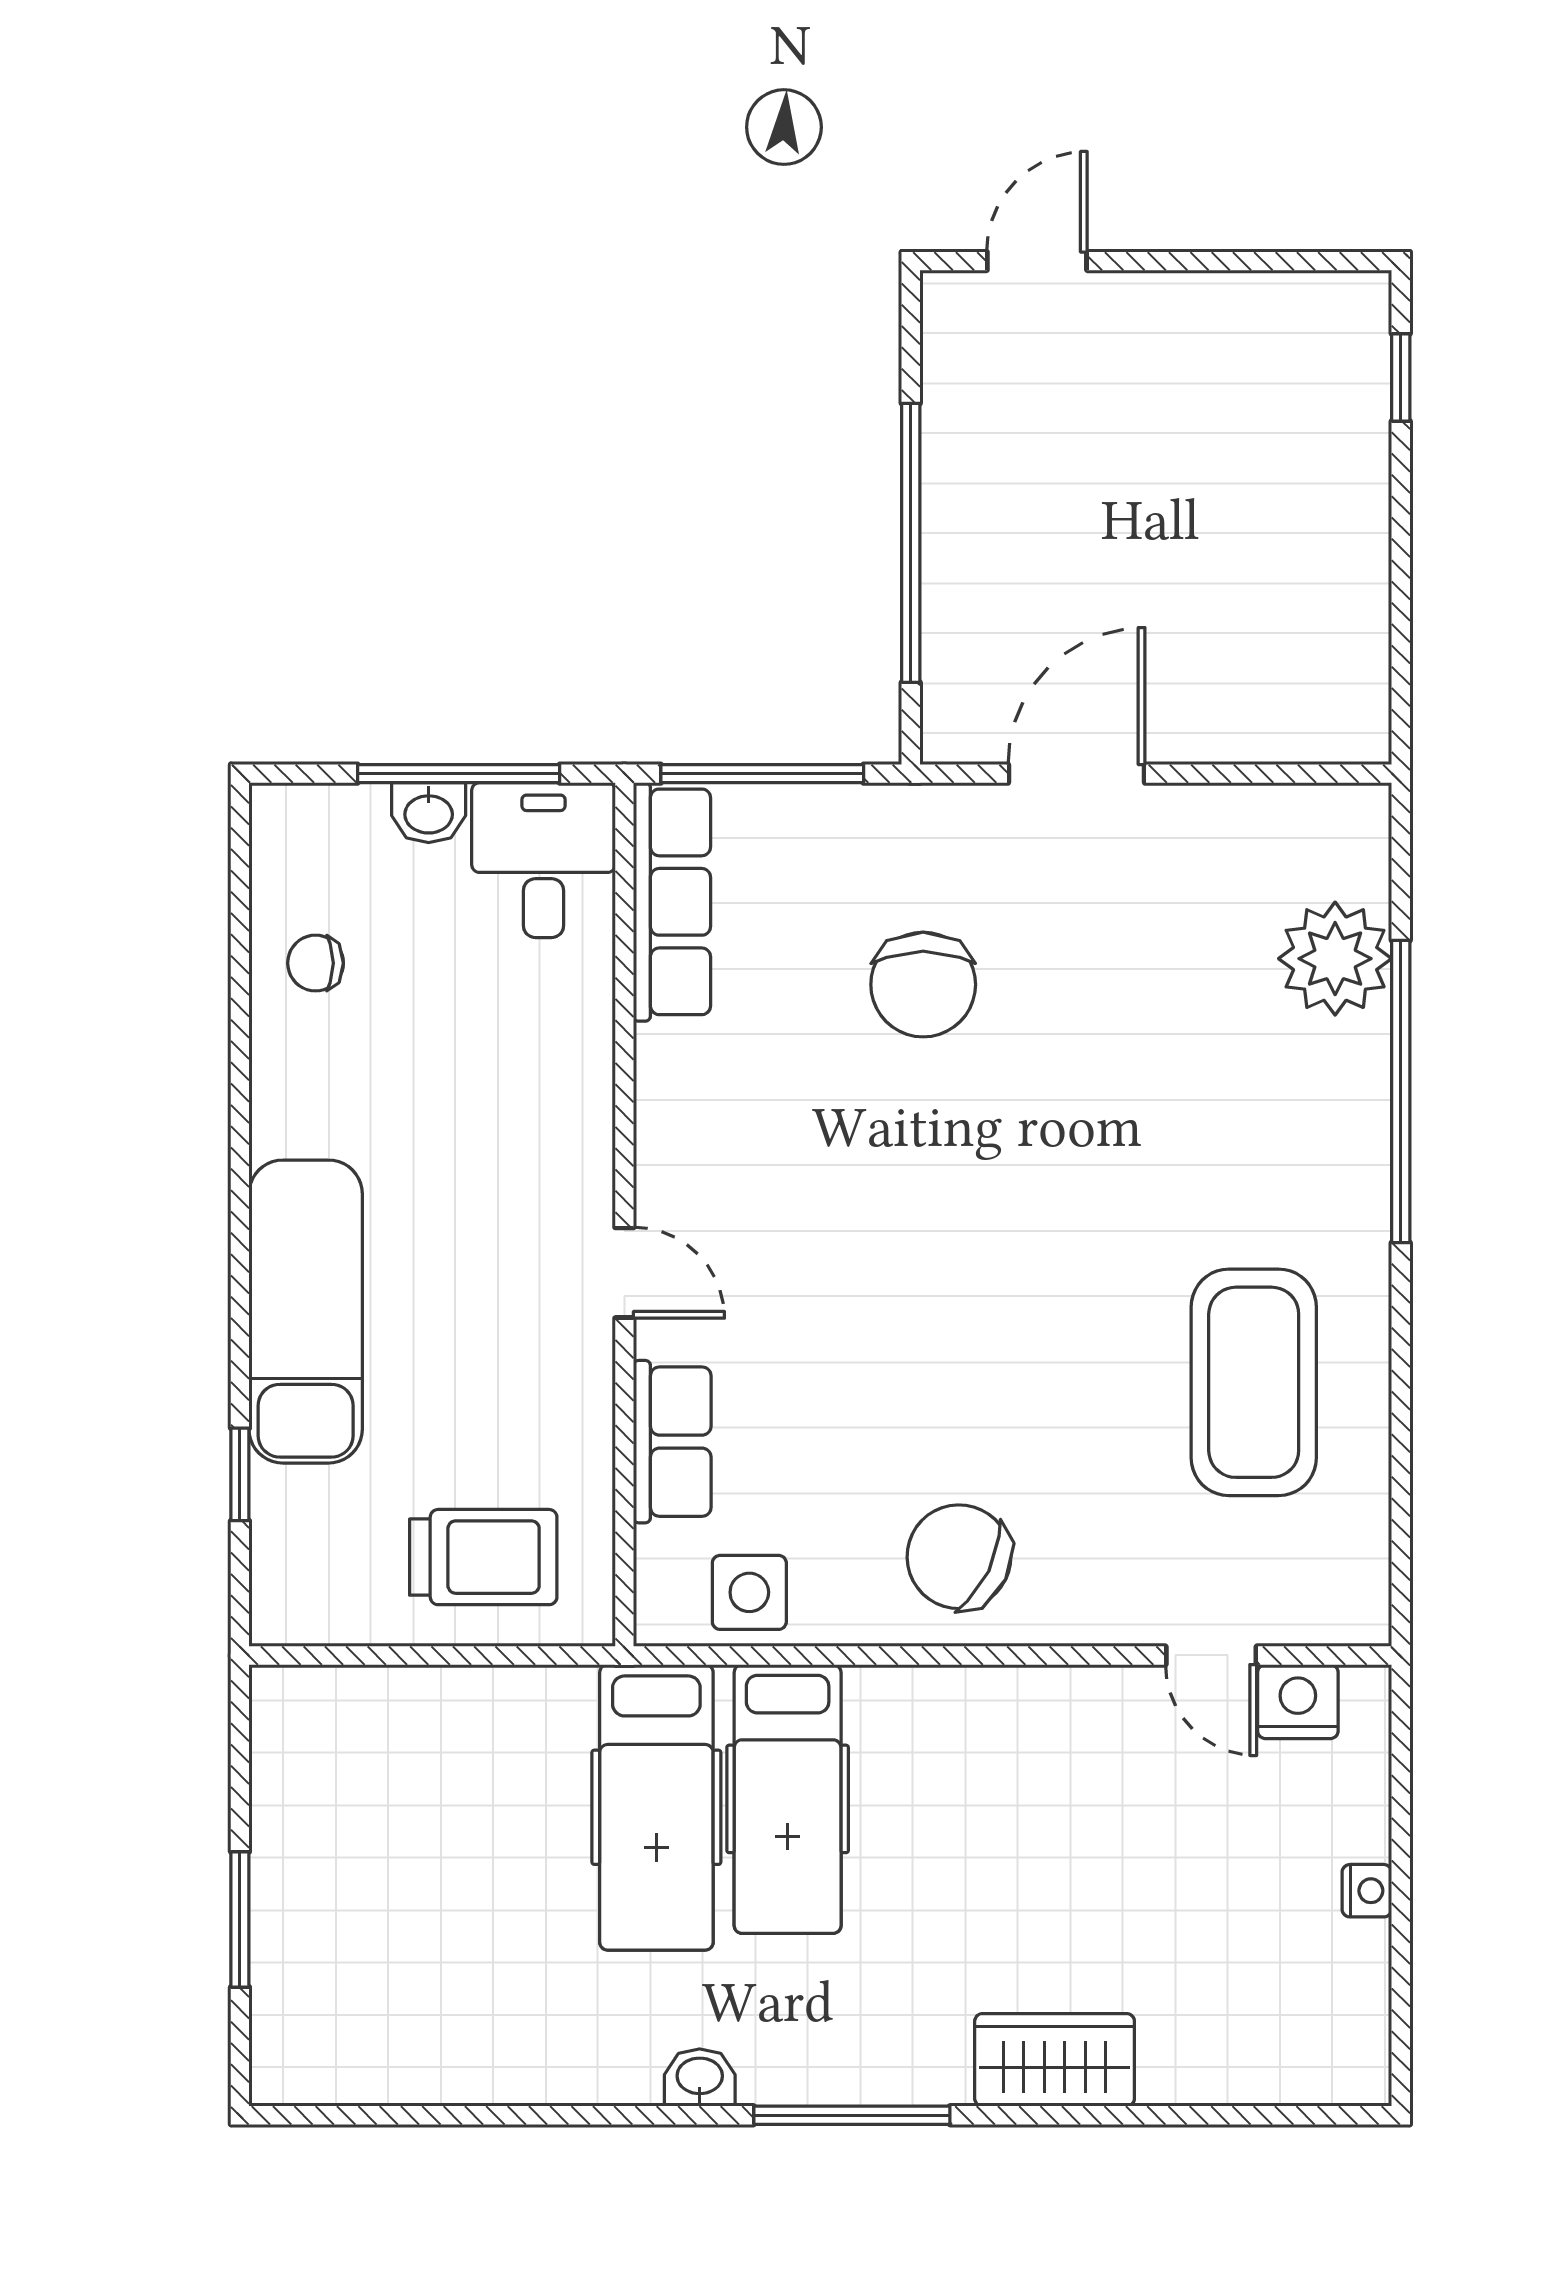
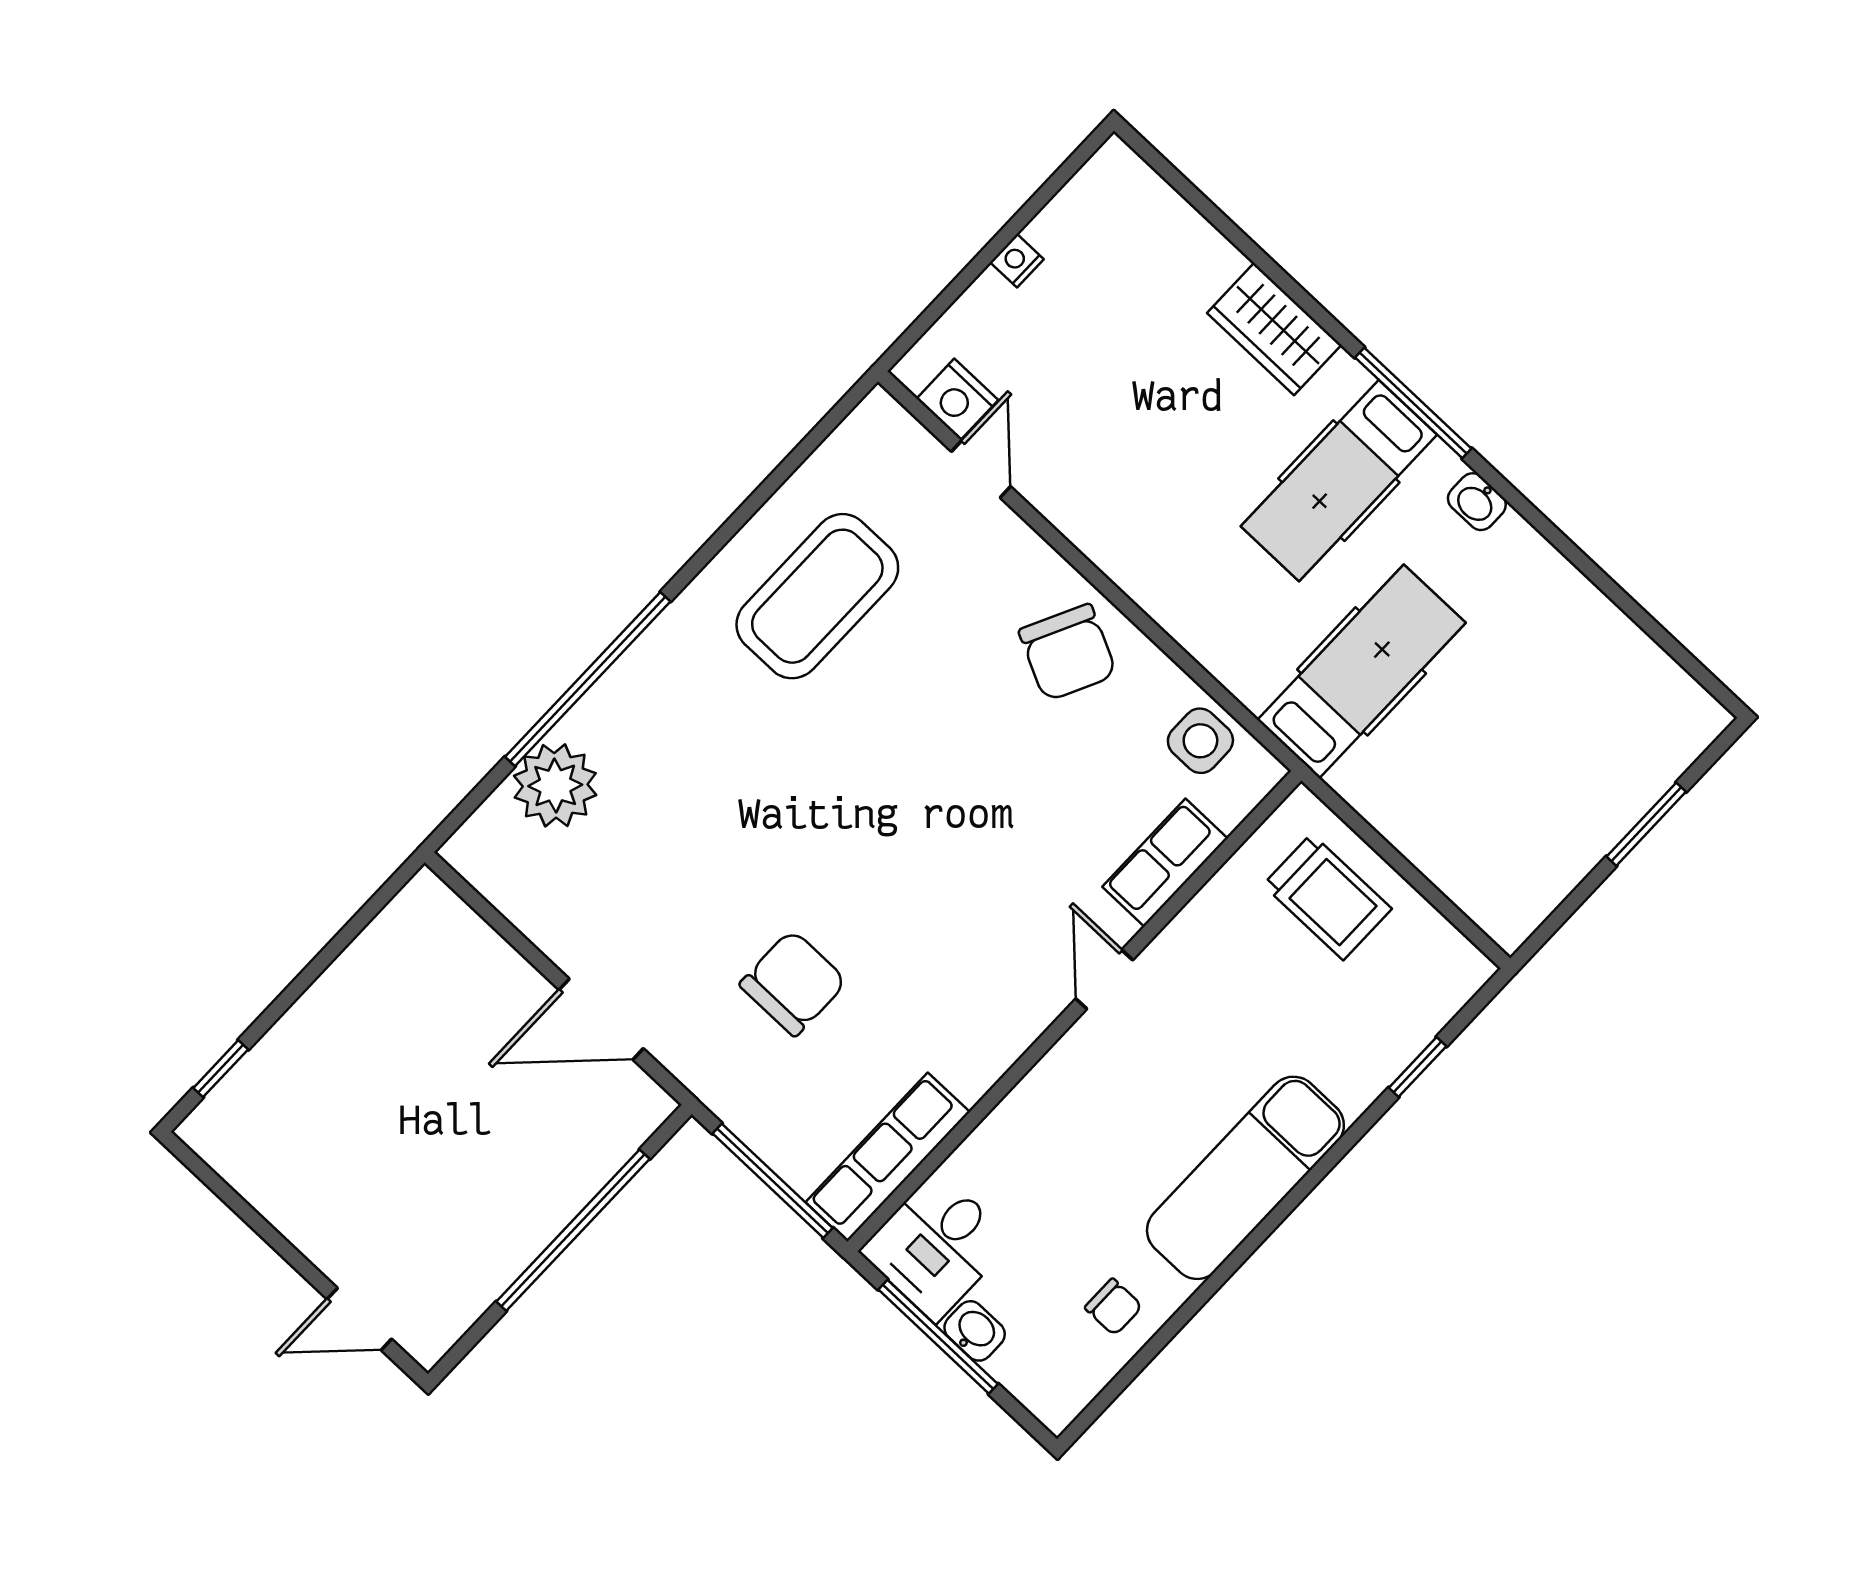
exam couch: (306, 1312) -> (1245, 1178), moved
trolley: (483, 1557) -> (1327, 897), turned 180
hospital bed: (788, 1799) -> (1339, 481), moved, turned 180

